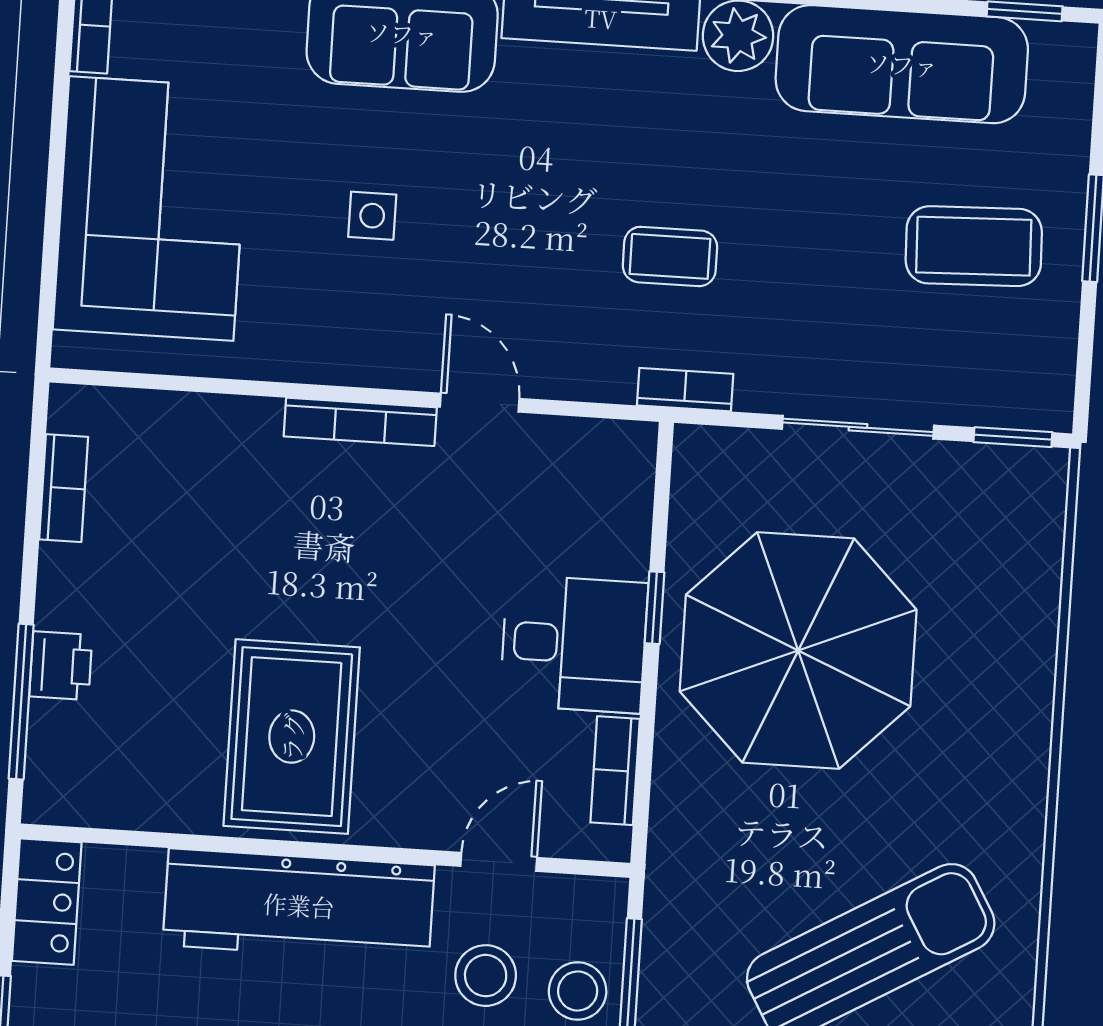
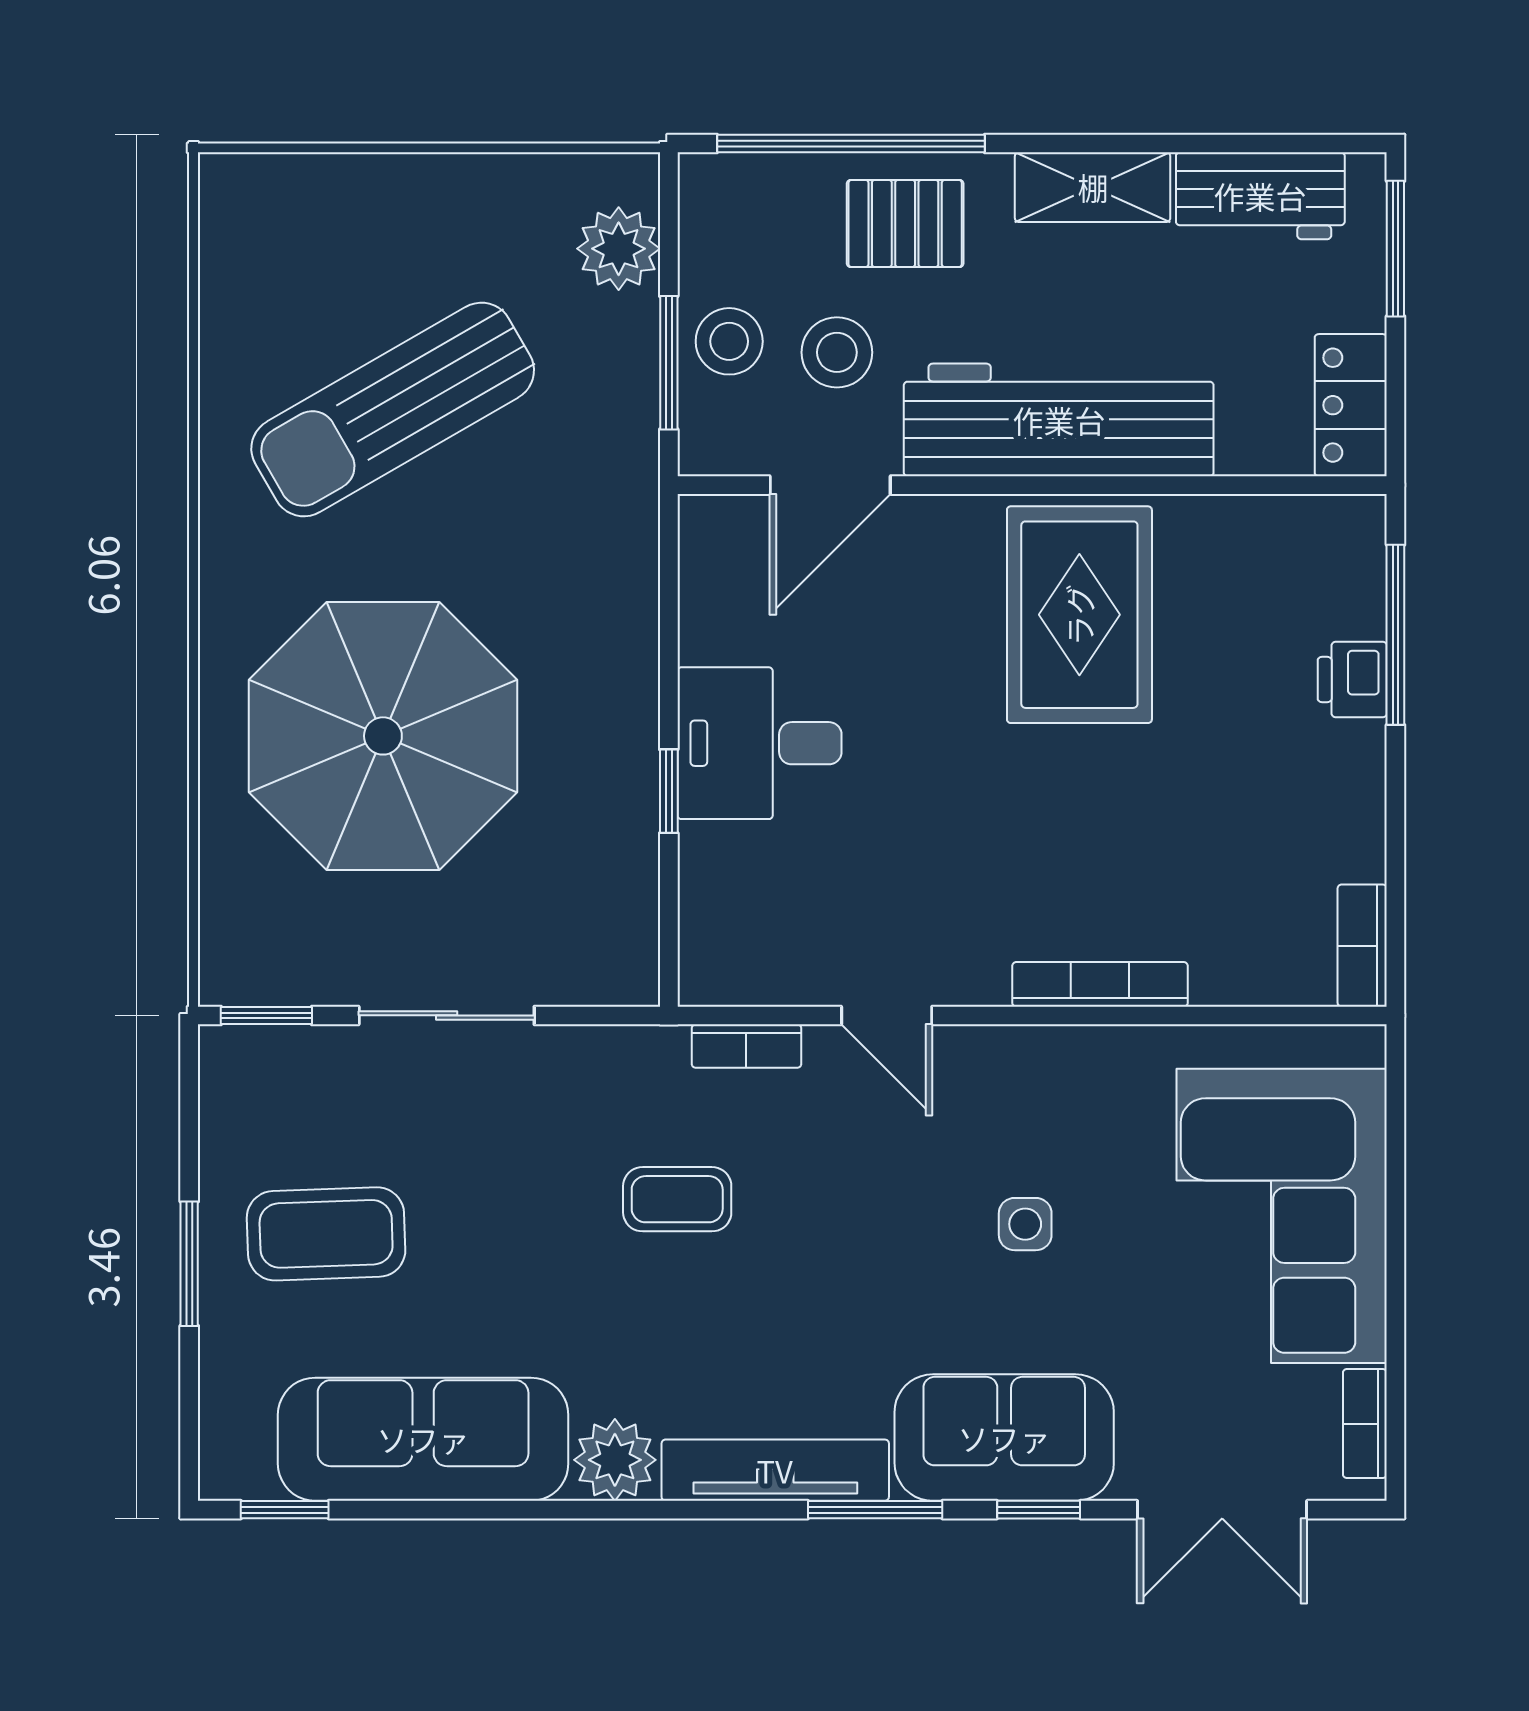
bookcase: (685, 390) -> (746, 1046), moved
bookcase: (360, 422) -> (1100, 984), moved
bookcase: (64, 488) -> (1362, 946), moved
parasol: (798, 650) -> (383, 736), moved
bookcase: (615, 771) -> (702, 599), removed
door: (499, 862) -> (830, 485), width x1.38

